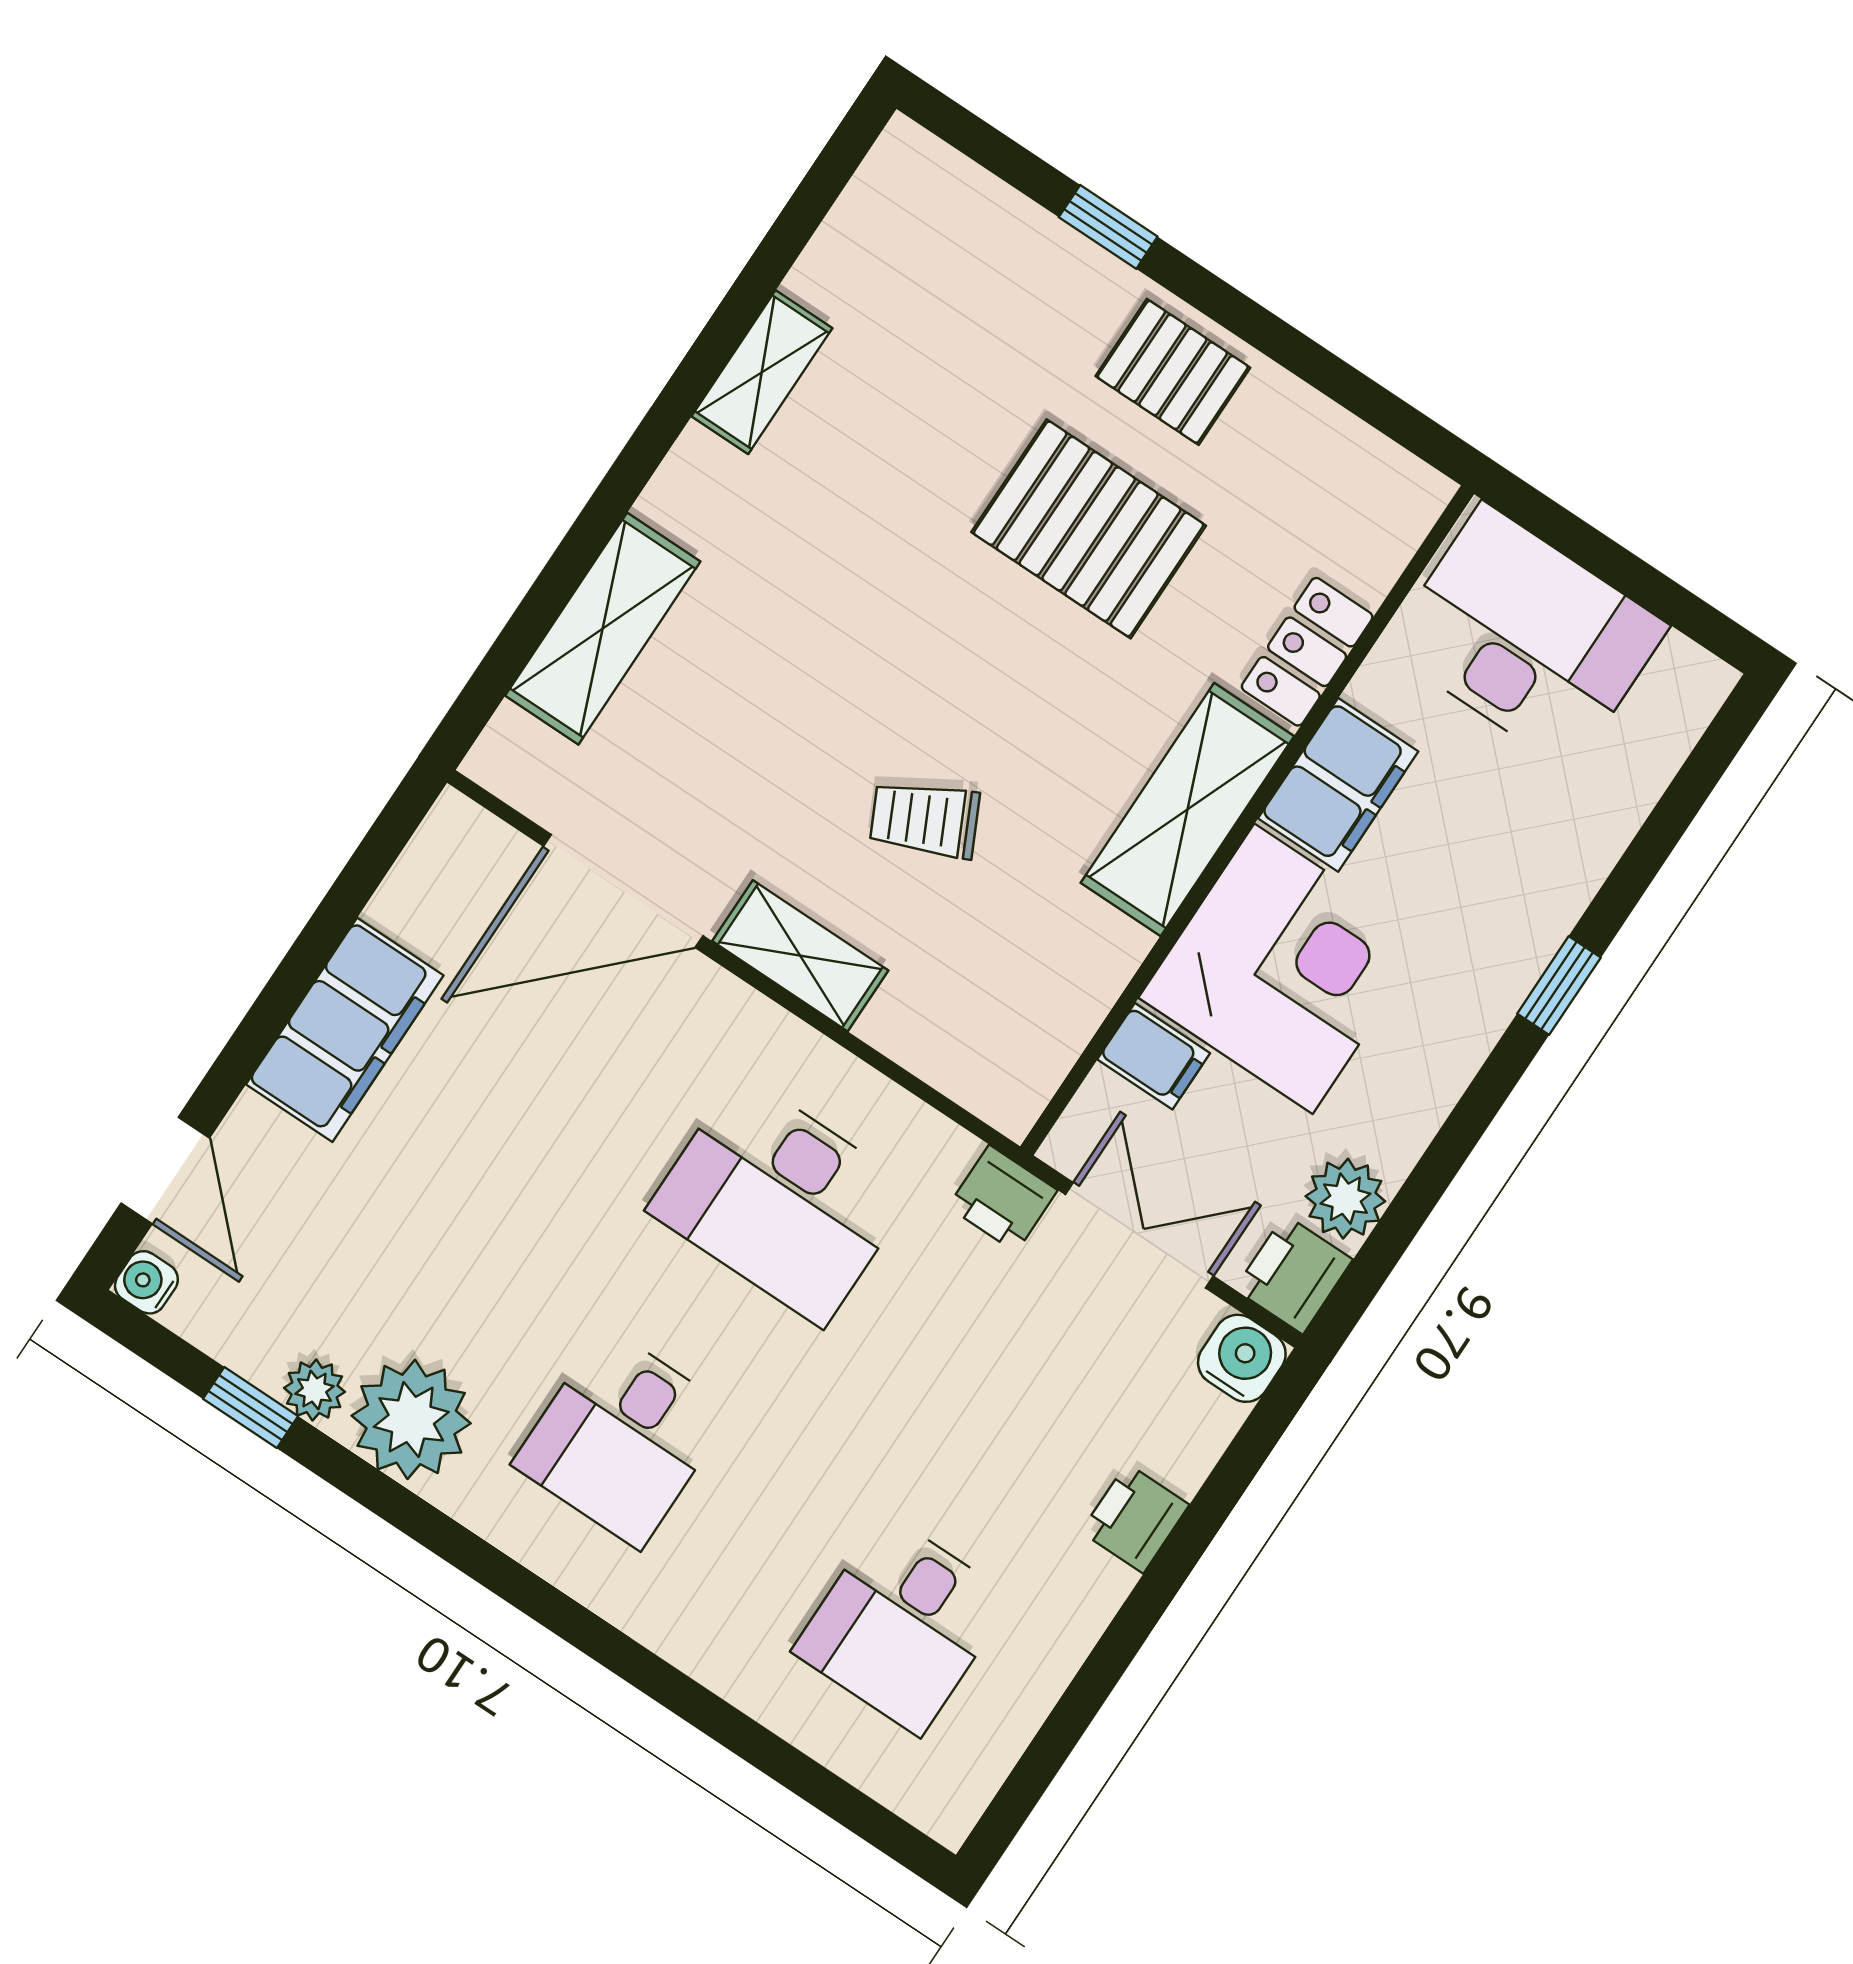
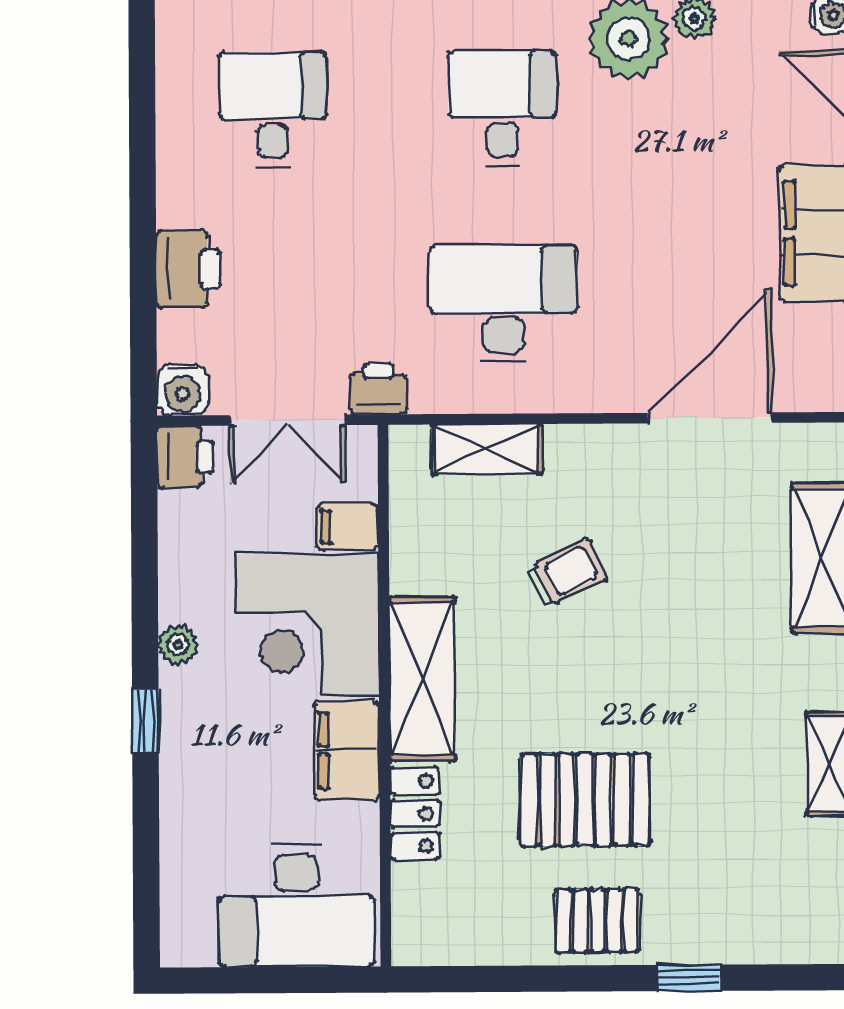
shelving: (800, 956) -> (487, 449), moved
plant: (1345, 1199) -> (178, 645), moved, width x0.73, depth x0.73
printer: (1135, 1518) -> (188, 269), width x1.36, depth x1.24

